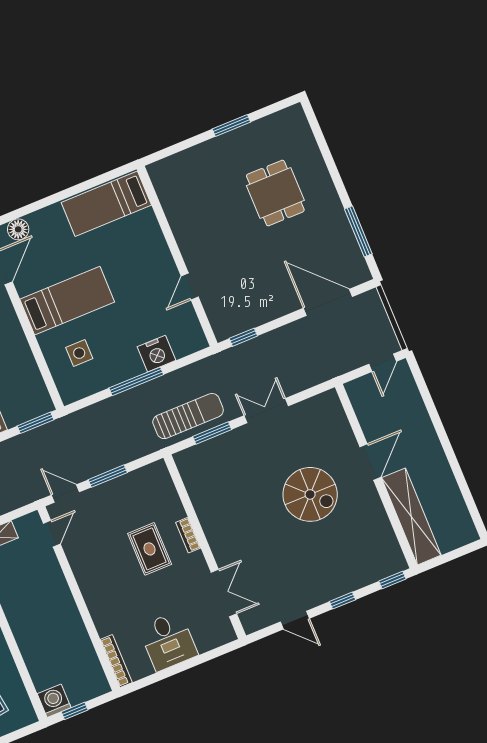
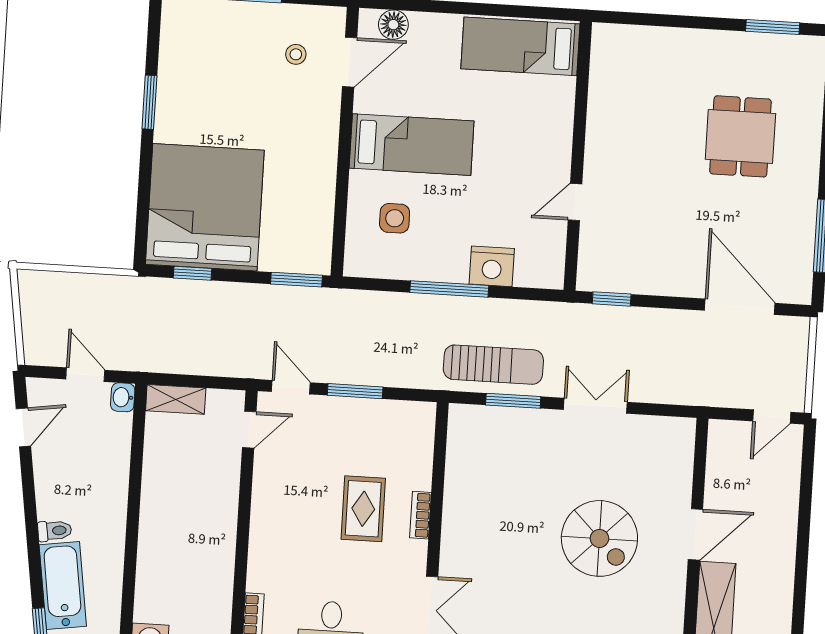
window: (231, 125) -> (773, 27), moved

